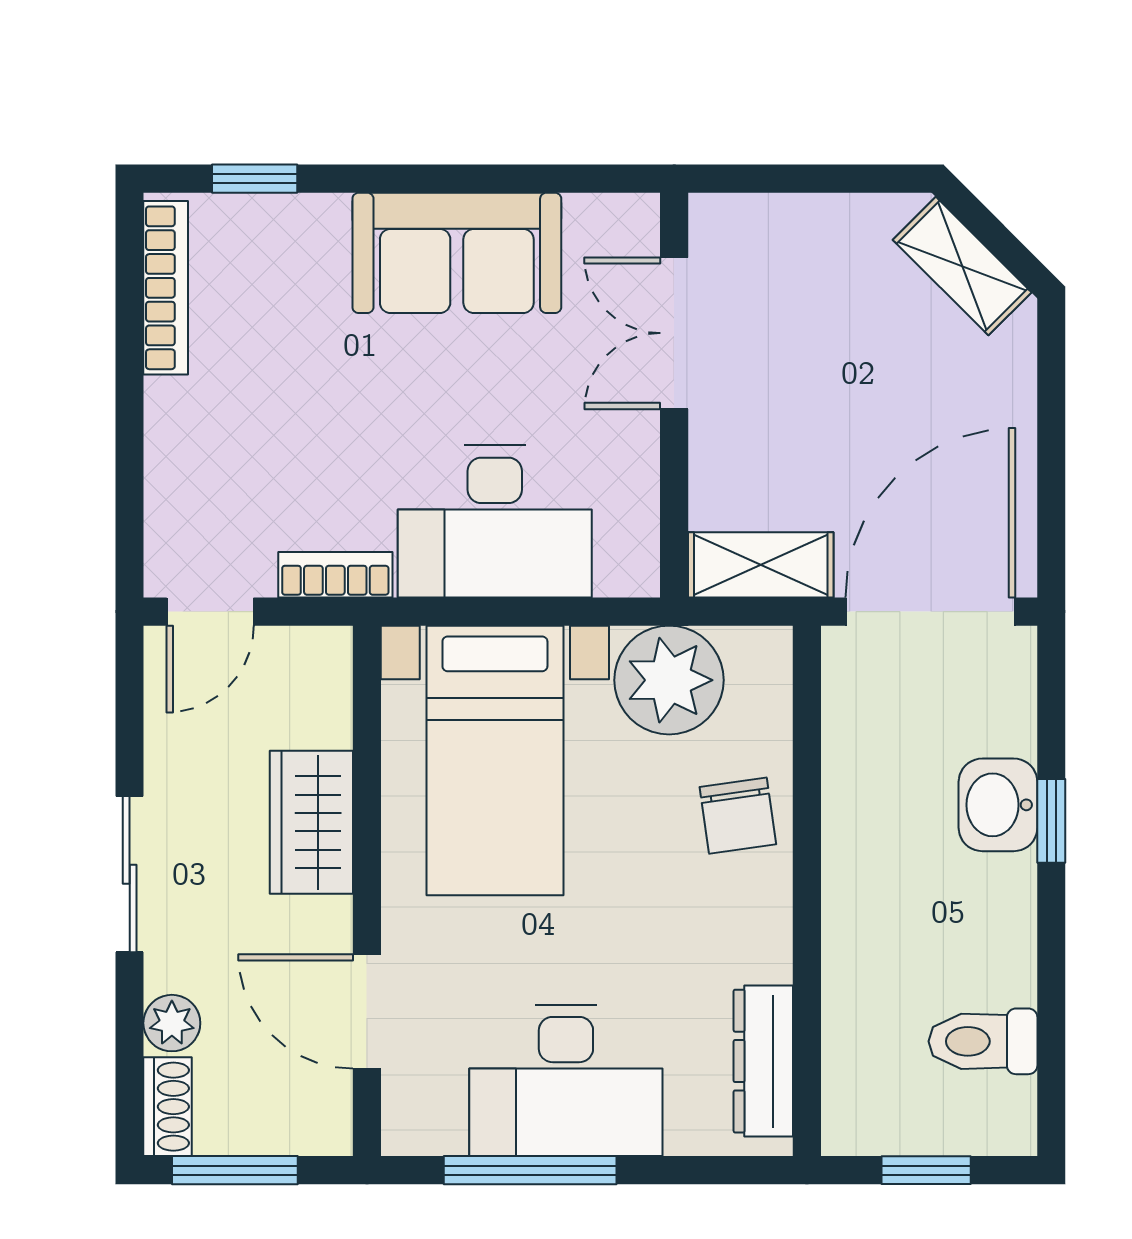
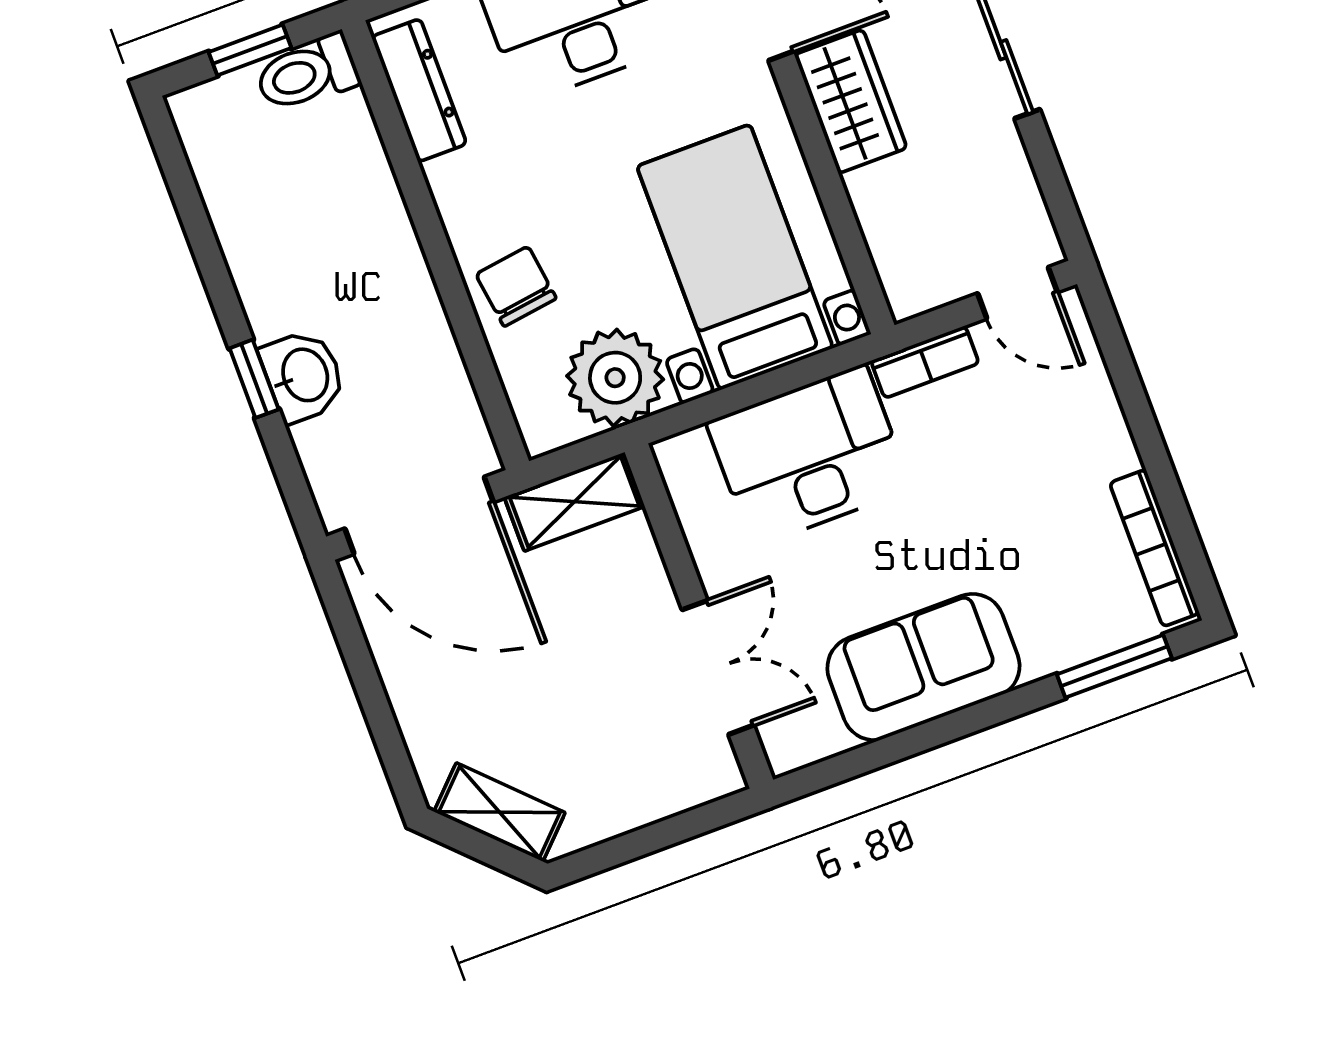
window: (255, 179) -> (1114, 666), width x1.50
door: (210, 612) -> (1017, 293), swing flipped
door: (930, 612) -> (419, 515), hinge flipped
wardrobe: (311, 822) -> (851, 101), moved
toilet: (983, 1041) -> (307, 73), moved, turned 180

